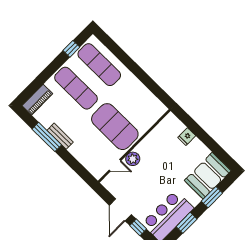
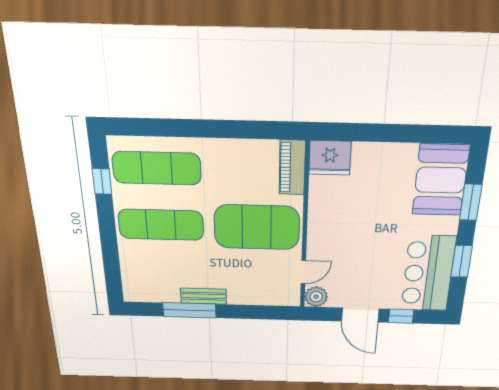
piano: (37, 100) -> (292, 168), moved, turned 180
fridge: (187, 137) -> (330, 158), moved, width x1.88, depth x1.34
plant: (133, 159) -> (316, 297), moved

